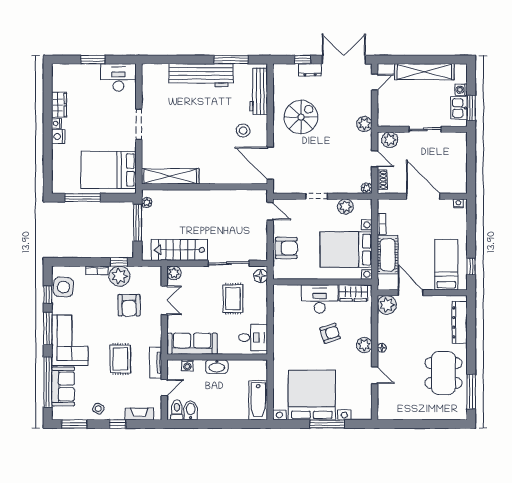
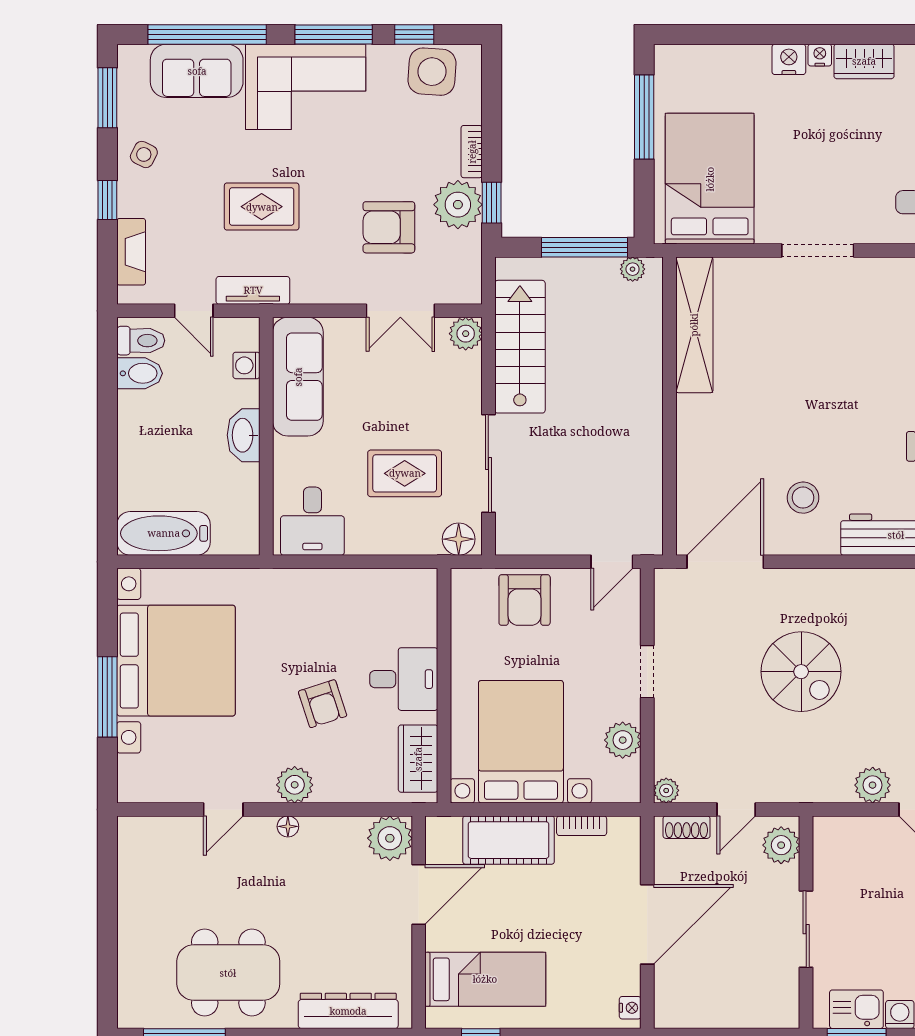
spiral stairs: (301, 117) -> (801, 672), moved
plant: (364, 124) -> (873, 785), moved
desk: (320, 299) -> (404, 679), width x0.73

